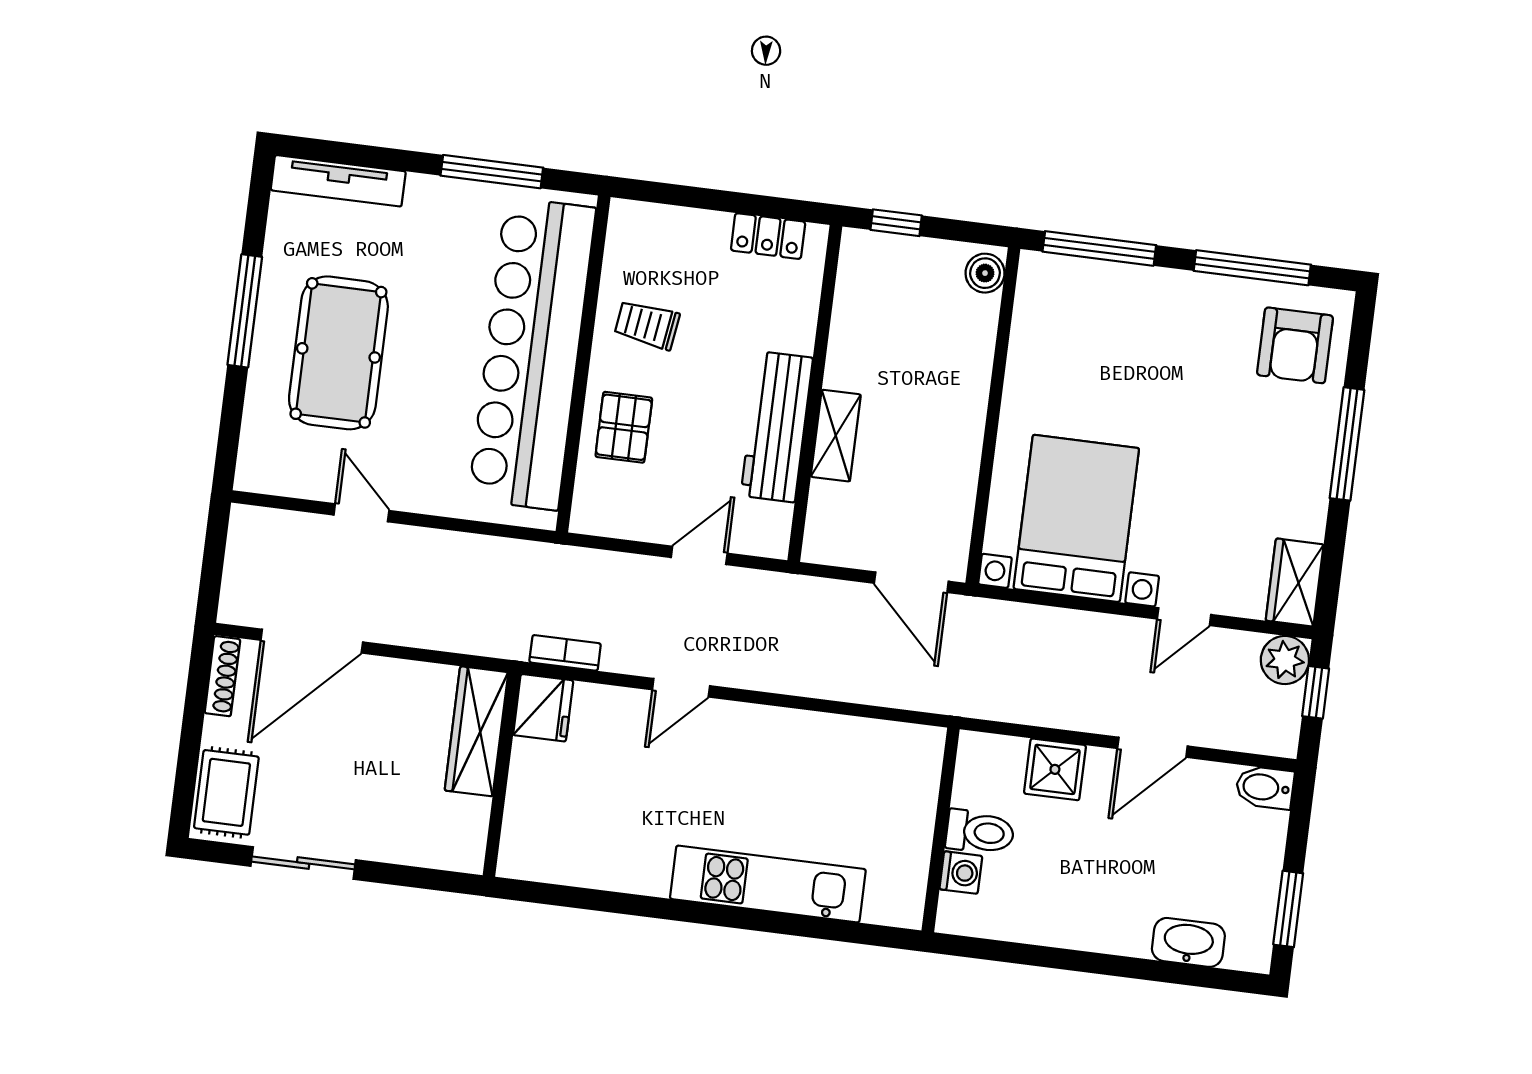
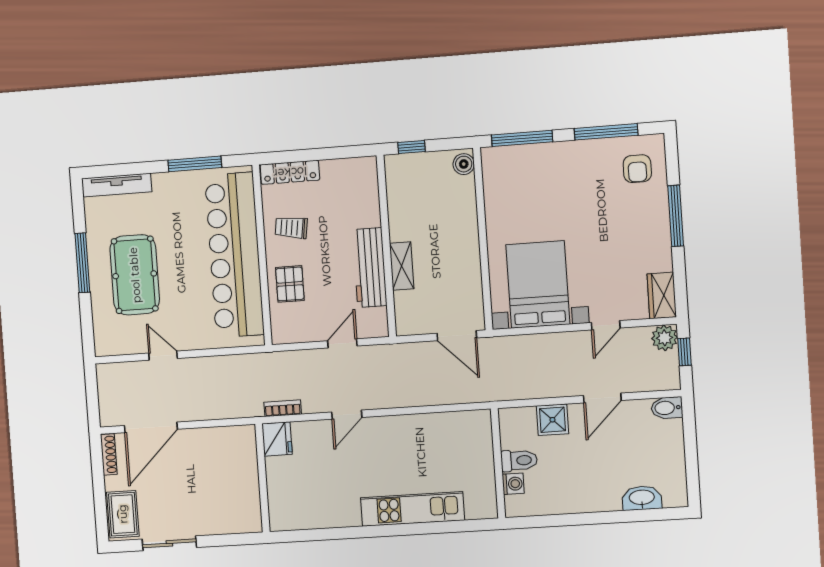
locker: (768, 236) -> (290, 172), moved, width x1.53
armchair: (1295, 345) -> (637, 169), width x0.72, depth x0.72
wardrobe: (476, 731) -> (245, 458), removed
window: (1288, 909) -> (692, 470), removed

